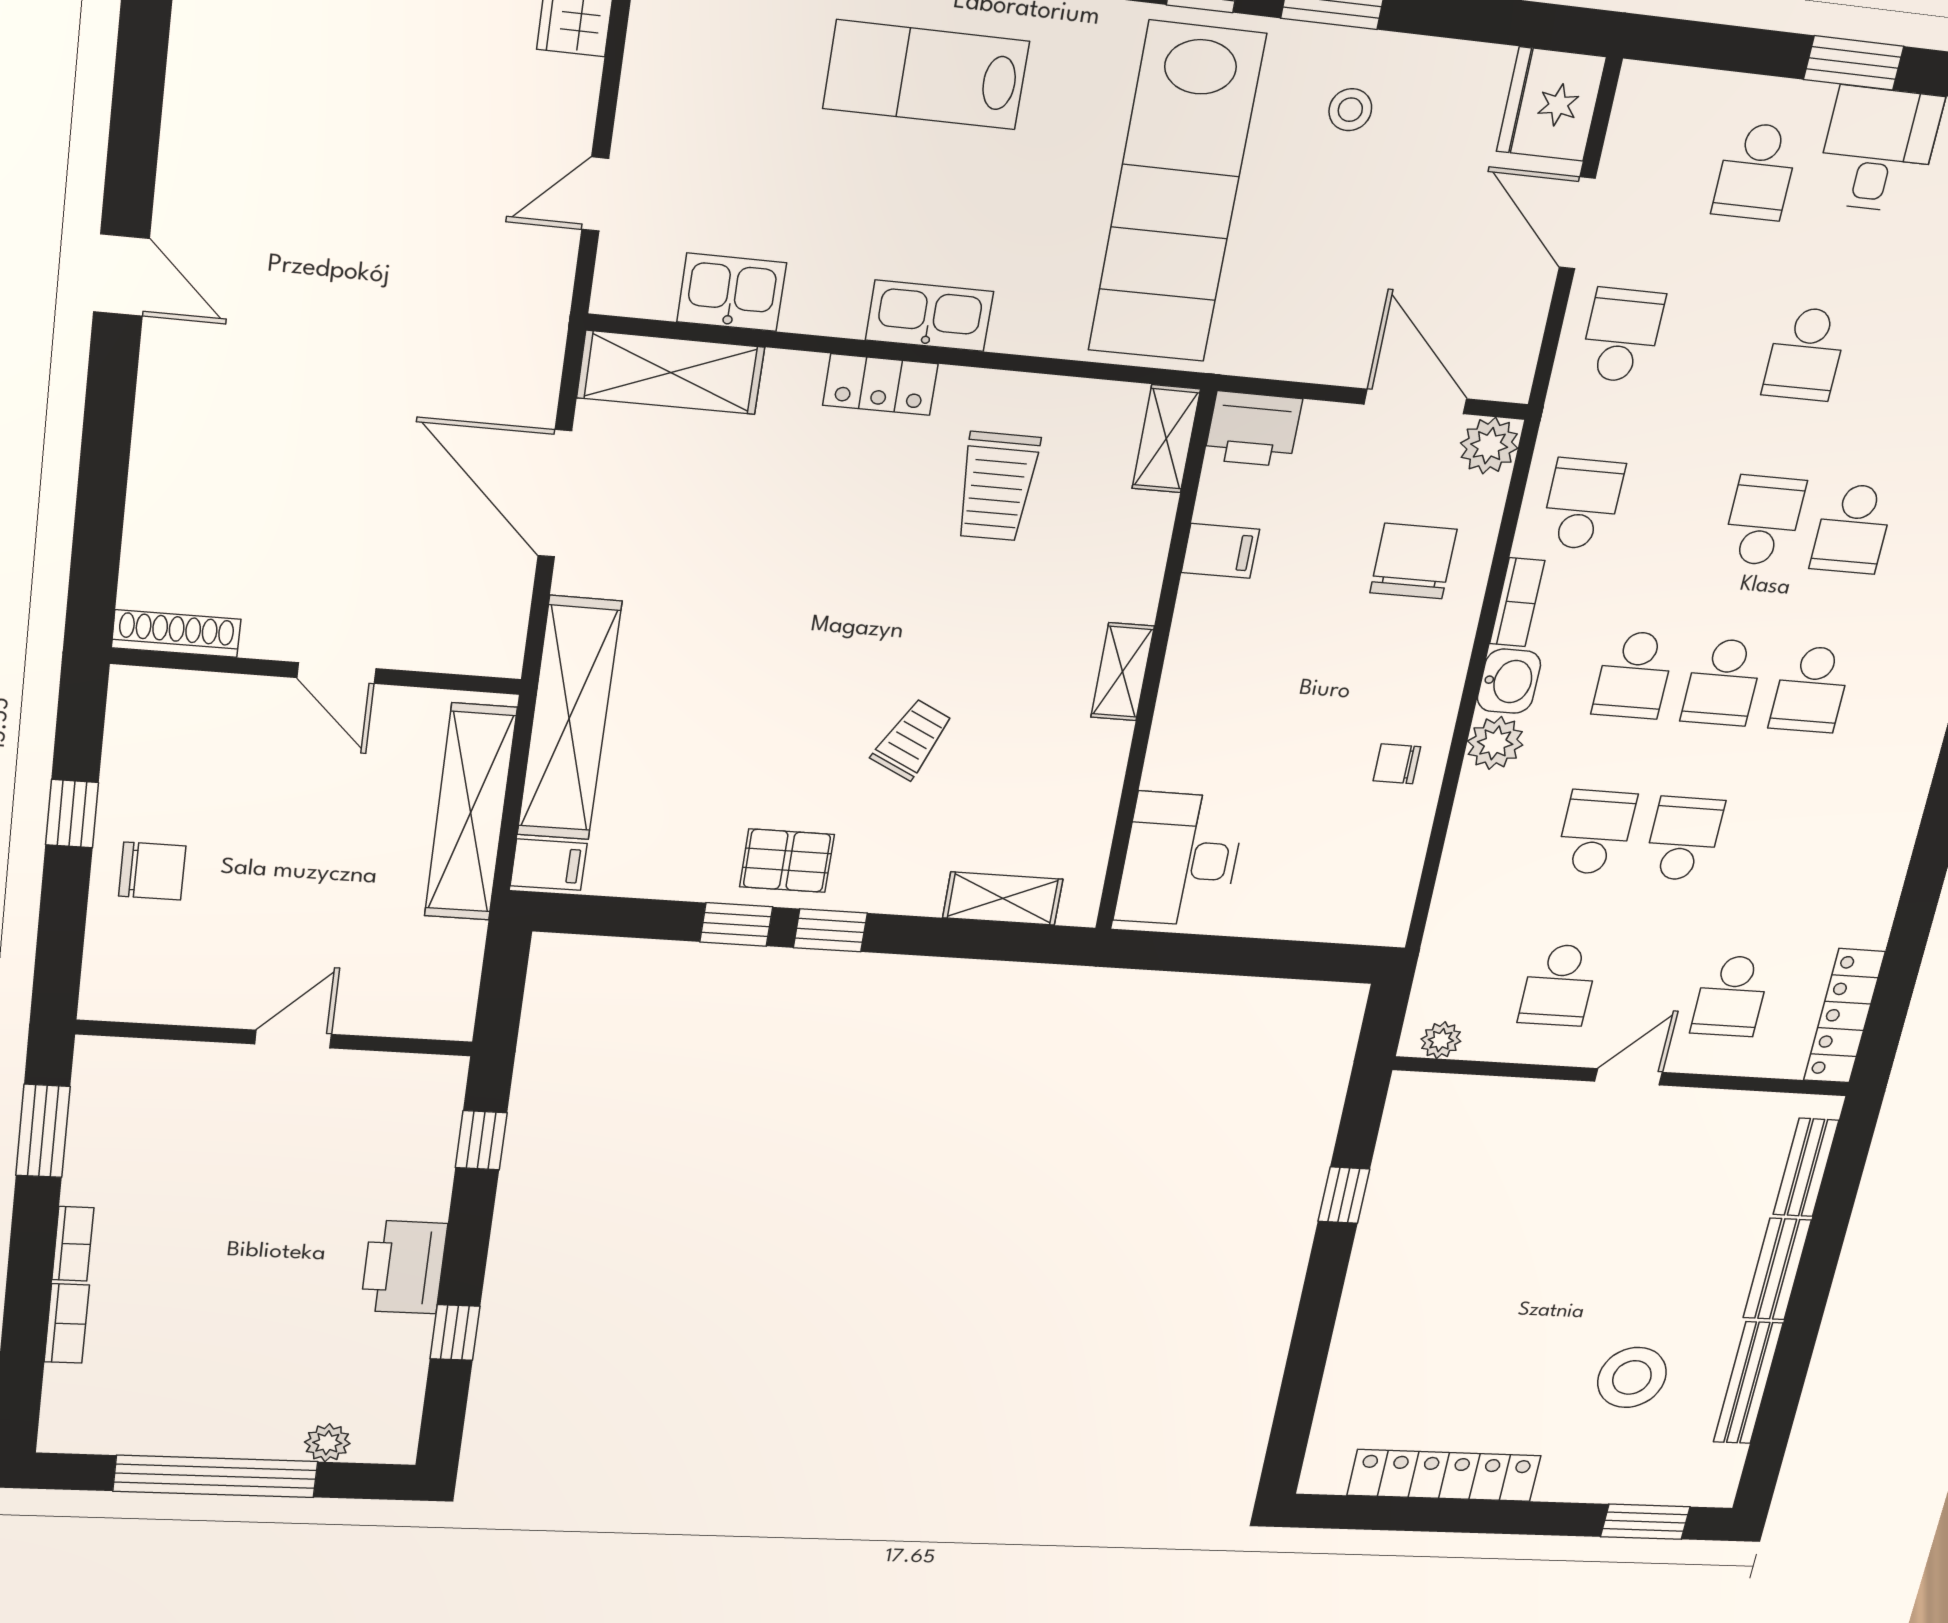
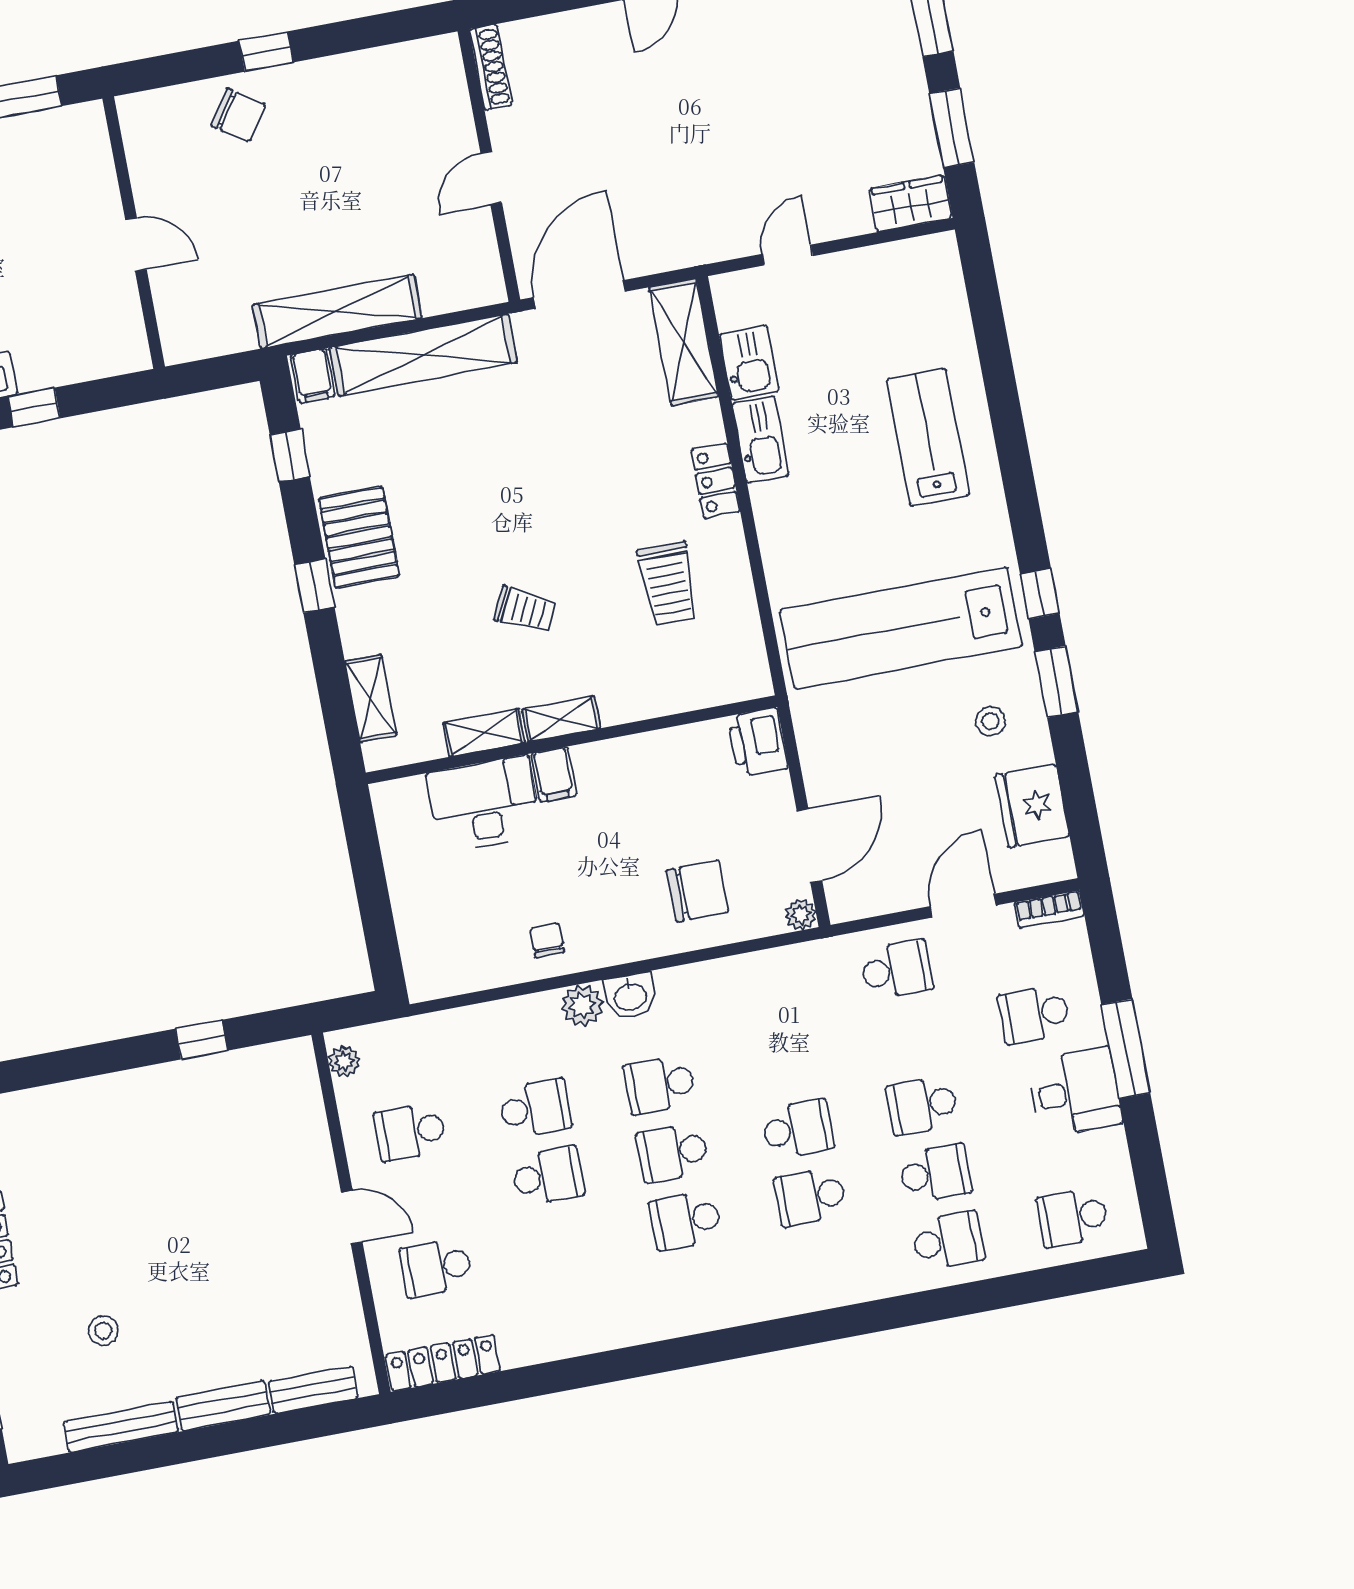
window: (1854, 63) -> (1126, 1049), width x1.44
fridge: (1551, 104) -> (1032, 806), moved, turned -90
door: (595, 194) -> (787, 255), hinge flipped
kitchen sink: (930, 316) -> (761, 439), moved
shelving: (1166, 439) -> (484, 733), moved
plant: (1489, 446) -> (801, 915), width x0.73, depth x0.73
trolley: (997, 486) -> (668, 583), turned -90
school desk: (1582, 504) -> (935, 1173), moved
filing cabinet: (1220, 551) -> (554, 774), moved
bookcase: (1517, 602) -> (1049, 909), moved
shoe rack: (176, 634) -> (491, 67), moved
wall: (318, 672) -> (489, 165), moved
door: (336, 673) -> (491, 178), moved
trolley: (912, 739) -> (525, 610), moved
desk: (1180, 859) -> (484, 804), moved
pallet: (787, 861) -> (359, 537), width x1.50, depth x1.42
chair: (152, 871) -> (238, 115), turned -56
window: (736, 924) -> (290, 456), moved
window: (481, 1140) -> (34, 407), moved
stool: (1632, 1377) -> (103, 1331), width x0.53, depth x0.53

